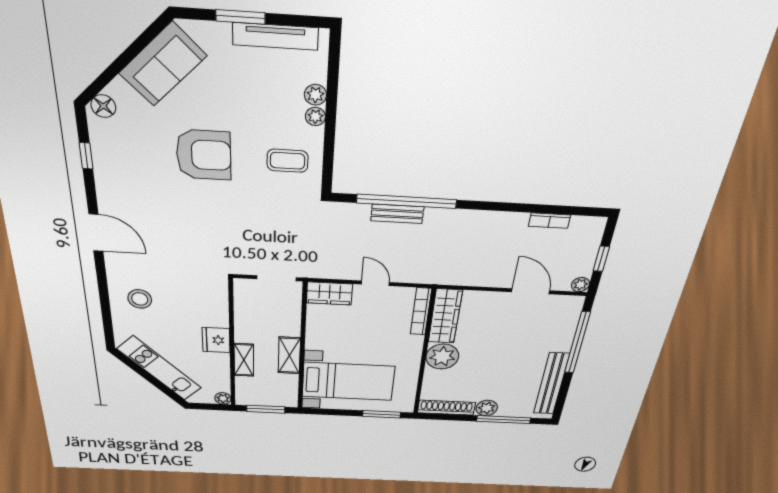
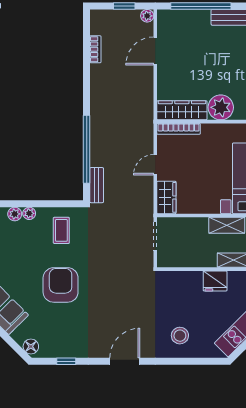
bench: (397, 214) -> (97, 185), moved

